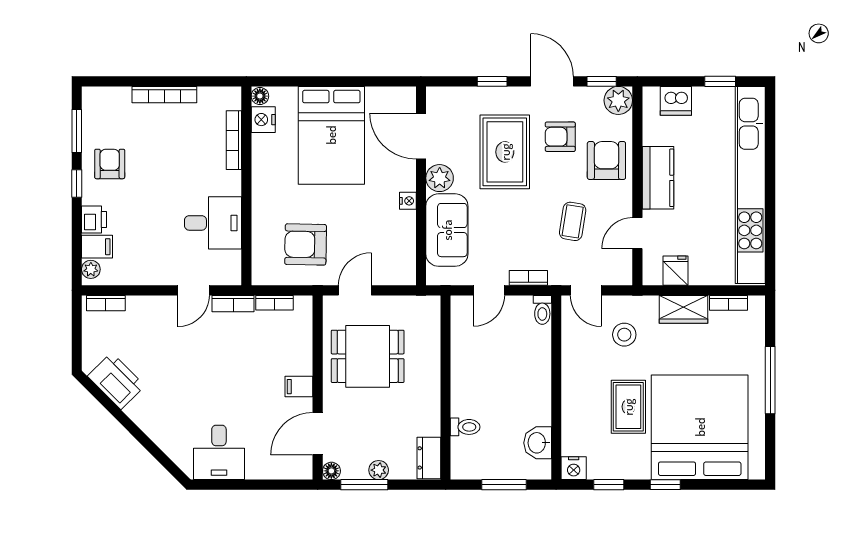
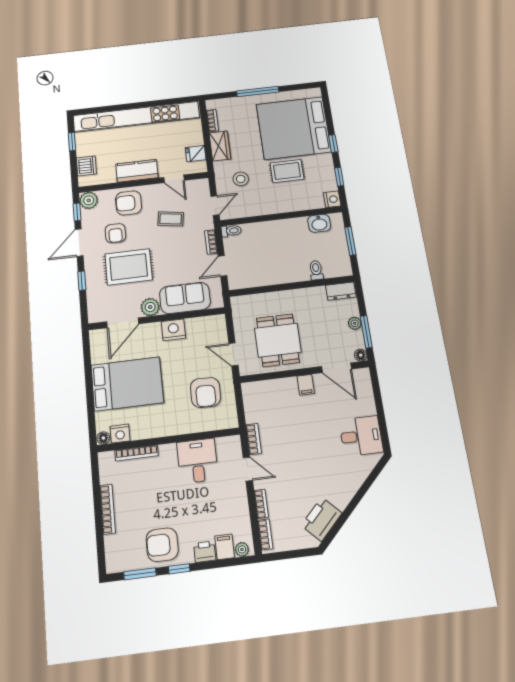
armchair: (110, 164) -> (162, 545), width x1.38, depth x1.38
nightstand: (408, 201) -> (173, 330), width x1.89, depth x1.79
door: (489, 290) -> (222, 266), swing flipped
bookcase: (274, 303) -> (261, 504), moved

